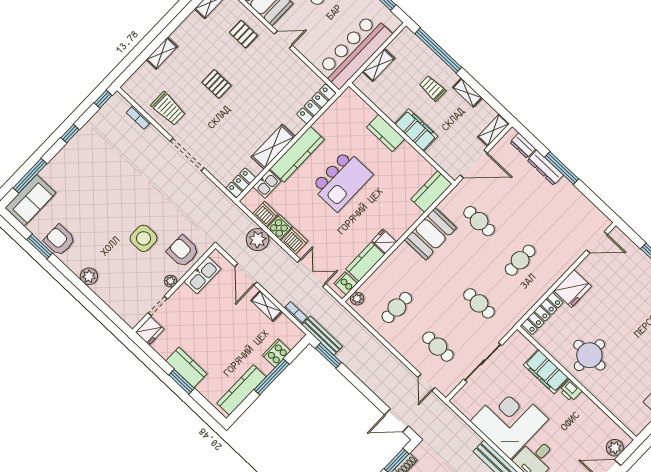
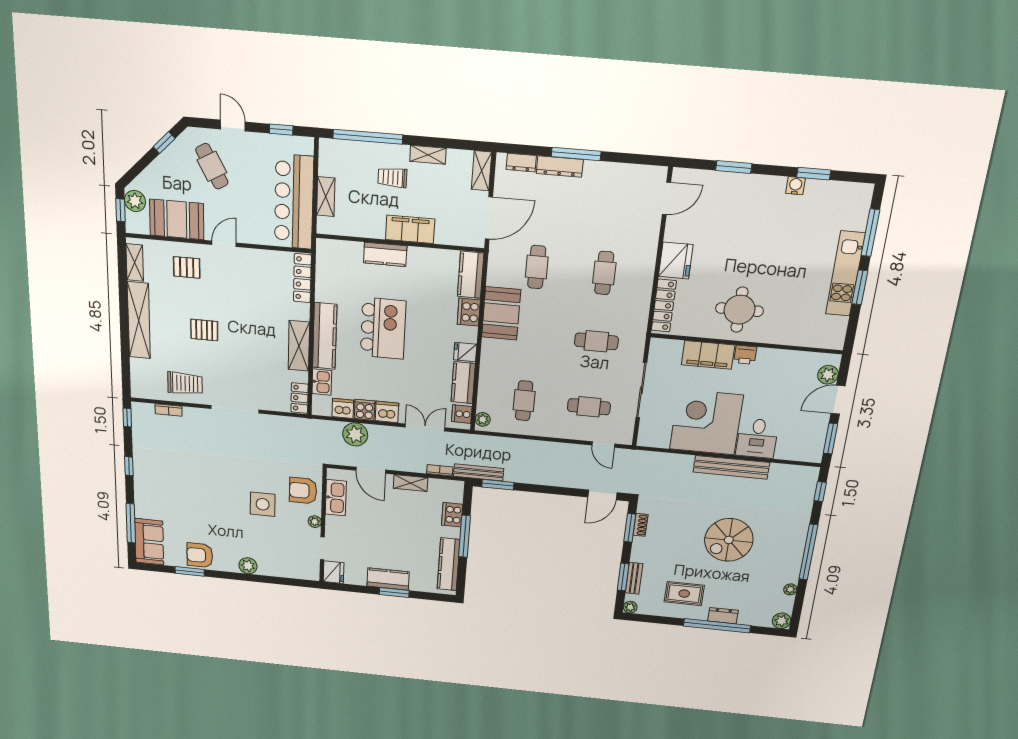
shelving: (162, 53) -> (139, 320), width x2.20, depth x1.33
cooker: (409, 216) -> (469, 312), added
cafe table: (479, 221) -> (537, 267), turned 90

